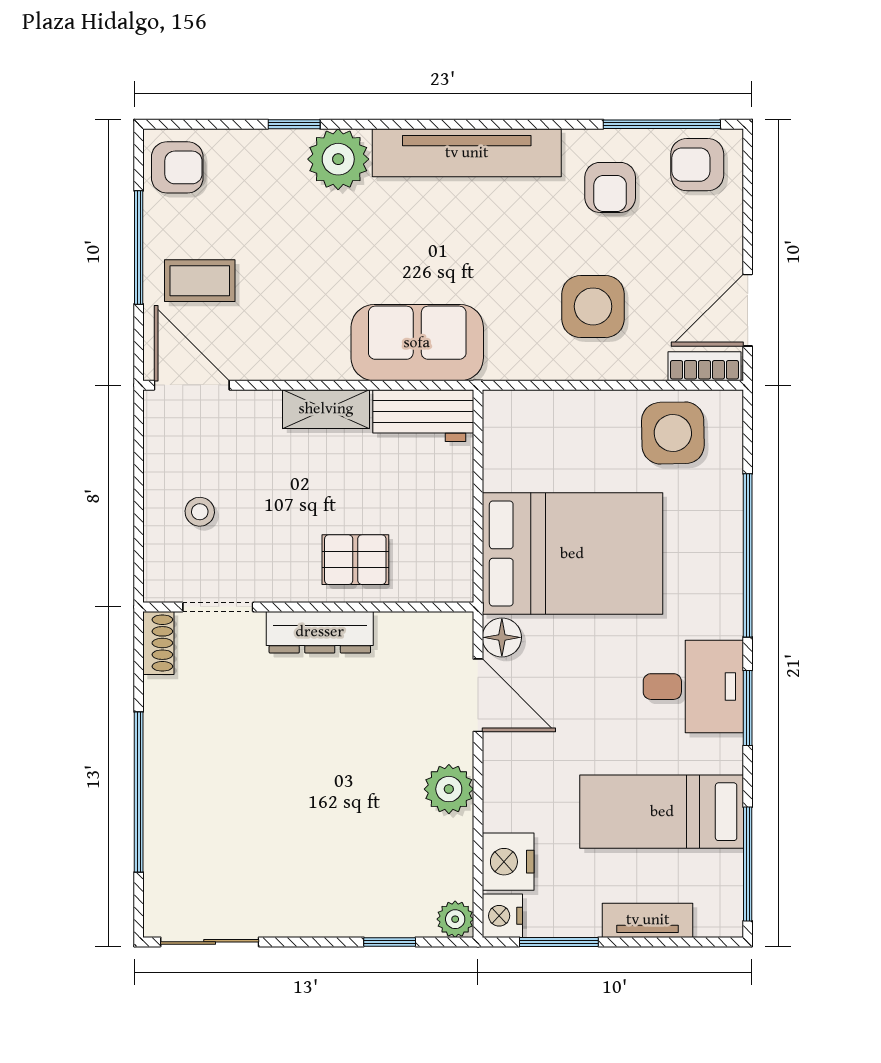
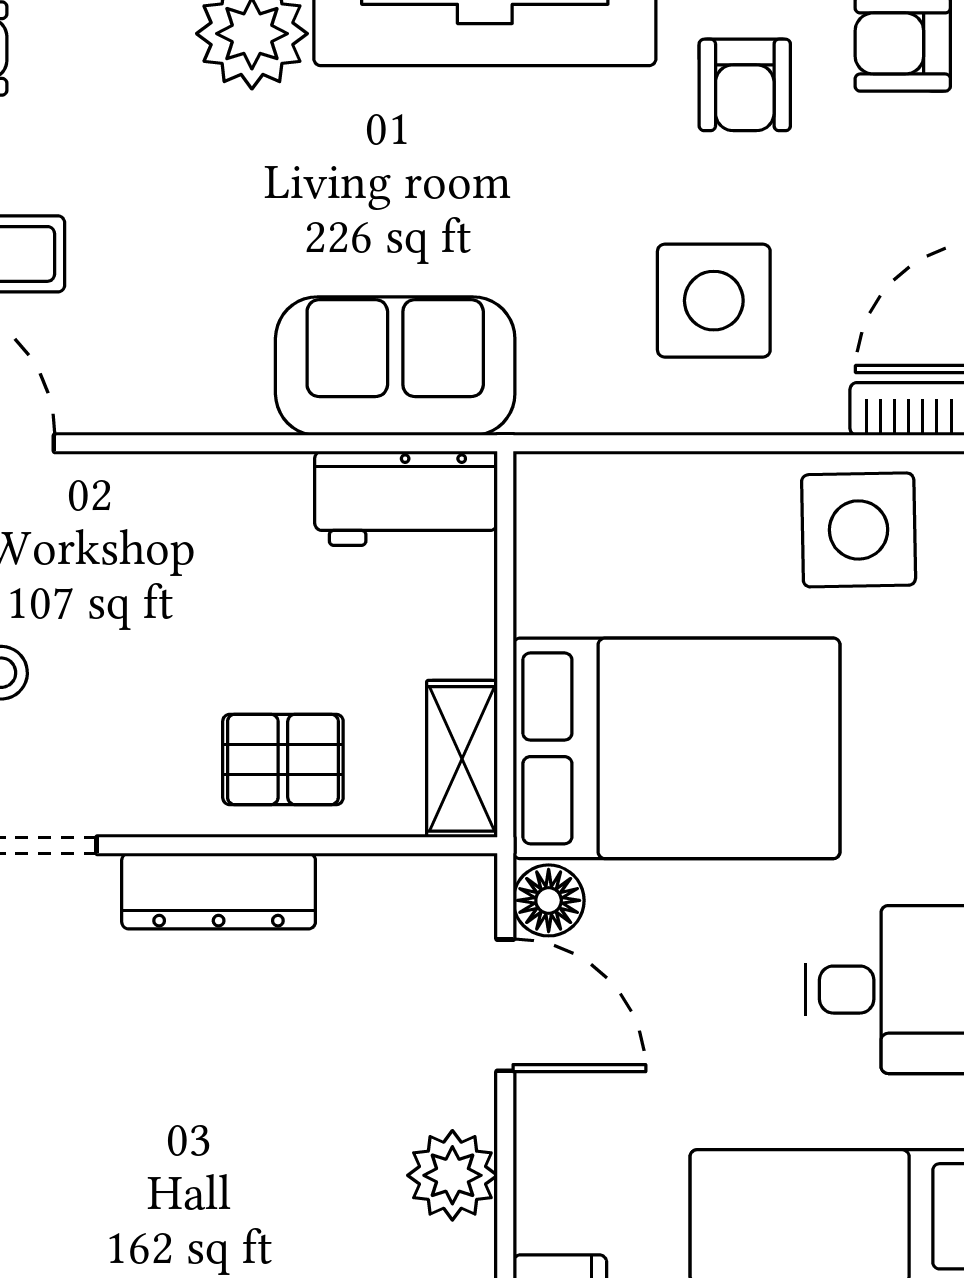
shelving: (326, 409) -> (462, 759), moved, turned 90

